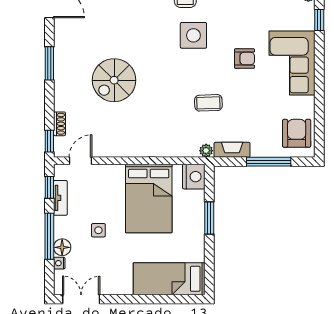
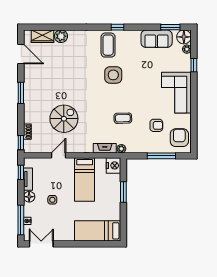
armchair: (244, 59) -> (156, 125), moved
spiral stairs: (114, 80) -> (64, 119), moved, turned 180
fireplace: (232, 150) -> (105, 148), moved
door: (81, 161) -> (58, 155), moved
bed: (149, 199) -> (85, 179), width x0.67
window: (49, 236) -> (21, 220), moved
floor lamp: (62, 247) -> (29, 197), moved

